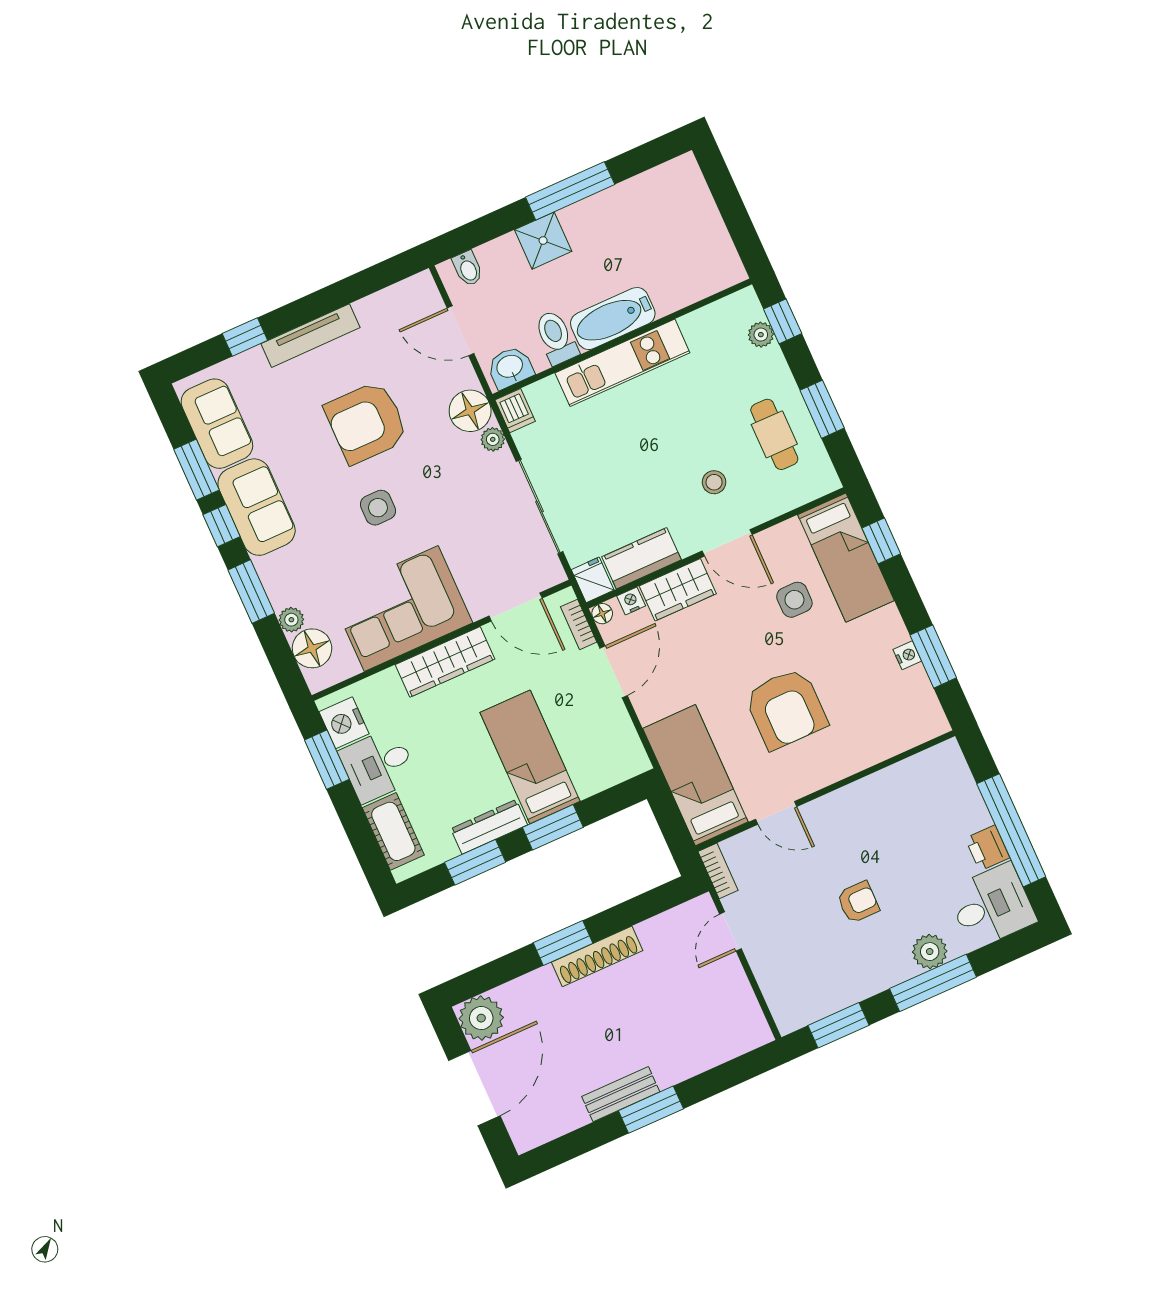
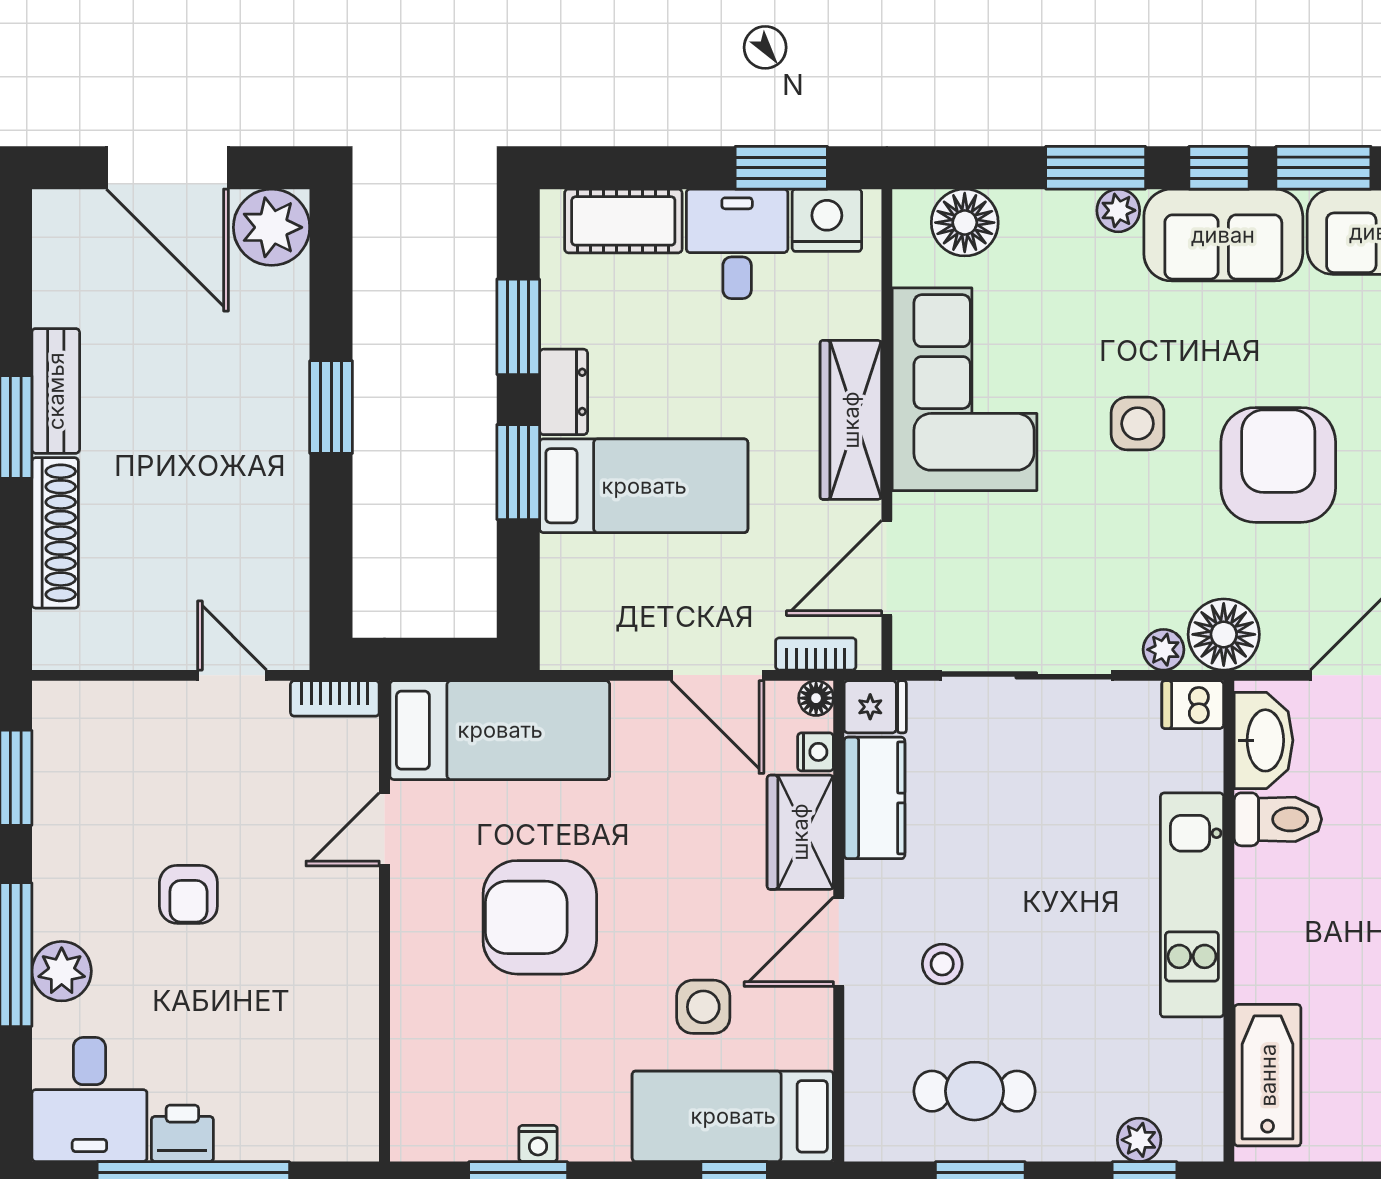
bathtub: (613, 319) -> (1268, 1075), moved
washbasin: (510, 367) -> (1264, 740), width x1.38
plant: (291, 620) -> (1118, 210), moved
dresser: (489, 827) -> (564, 392), width x0.70
shoe rack: (597, 956) -> (55, 533), moved, turned 180

